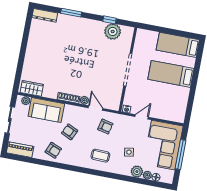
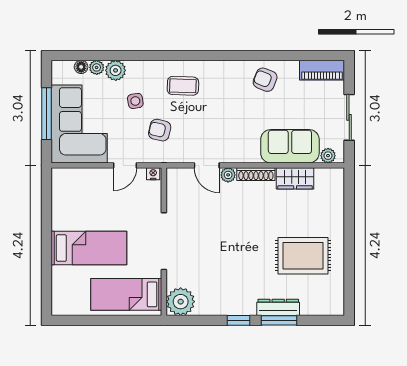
dresser: (45, 15) -> (278, 307), moved
window: (109, 20) -> (239, 320), moved
plant: (113, 31) -> (181, 302), moved
bed: (178, 45) -> (126, 294), moved, turned 180
rug: (51, 47) -> (303, 256), added
wardrobe: (32, 88) -> (295, 178), moved
armchair: (105, 127) -> (160, 130), moved
armchair: (70, 132) -> (243, 116), removed

